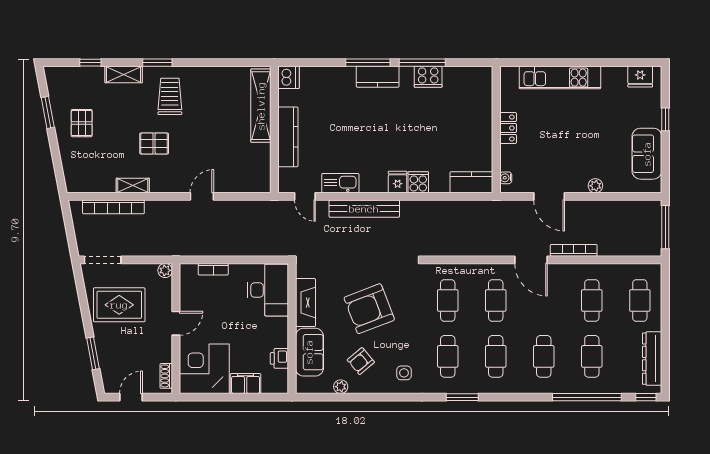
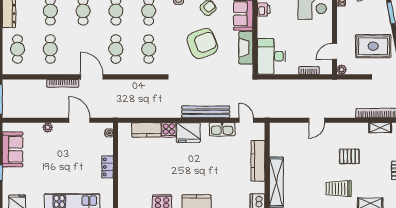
trolley: (170, 96) -> (339, 189), turned 90
fridge: (398, 182) -> (188, 133), width x1.88, depth x1.34
kitchen counter: (471, 182) -> (146, 130), moved
shelving: (133, 185) -> (380, 128), moved
door: (176, 323) -> (334, 51), moved

